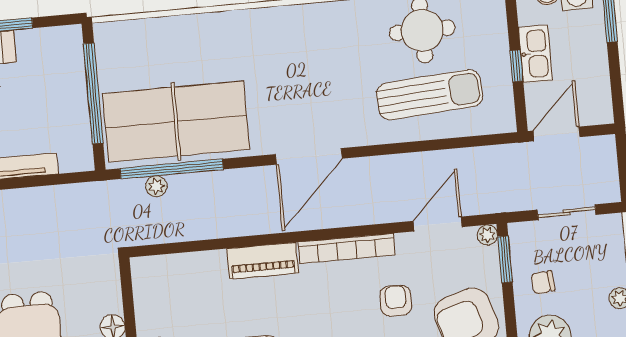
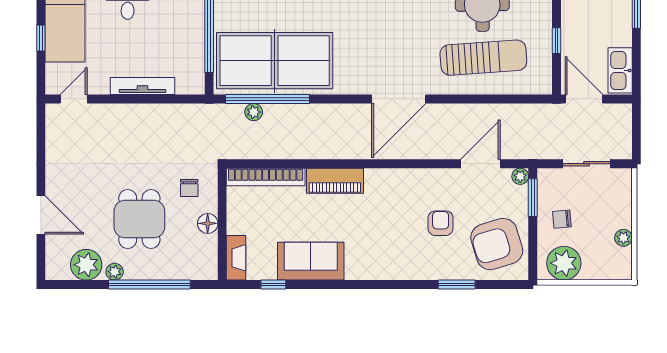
kitchen sink: (535, 54) -> (620, 70), moved, turned 180
door: (556, 134) -> (584, 99), hinge flipped
door: (309, 156) -> (399, 99), moved
bookcase: (346, 249) -> (266, 177), moved
chair: (86, 286) -> (189, 188), added

